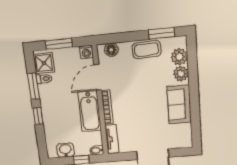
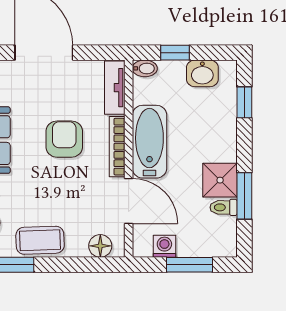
washing machine: (86, 52) -> (164, 246), moved
shower: (44, 63) -> (220, 180), moved
door: (98, 77) -> (129, 201), hinge flipped
armchair: (137, 109) -> (64, 139), added
window: (38, 116) -> (244, 102), moved

